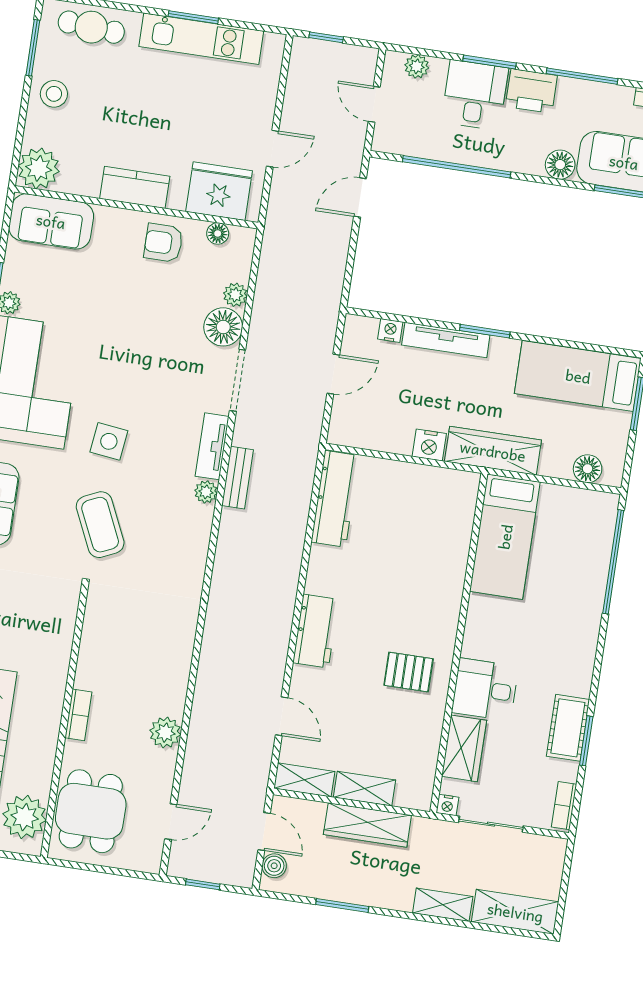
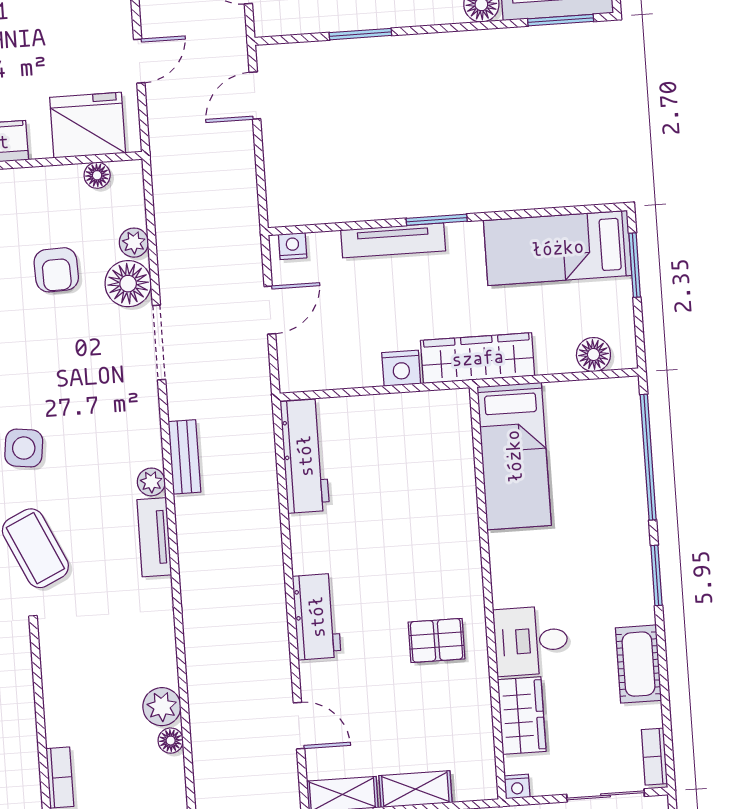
window: (457, 167) -> (360, 34), width x0.47
armchair: (163, 243) -> (56, 270), moved, turned -92
nightstand: (390, 330) -> (293, 246), moved
tv unit: (212, 446) -> (154, 537), moved
floor lamp: (175, 705) -> (171, 741), added
plant: (165, 733) -> (162, 707), moved
window: (586, 741) -> (656, 575), moved
sliding door: (491, 824) -> (606, 795), moved

